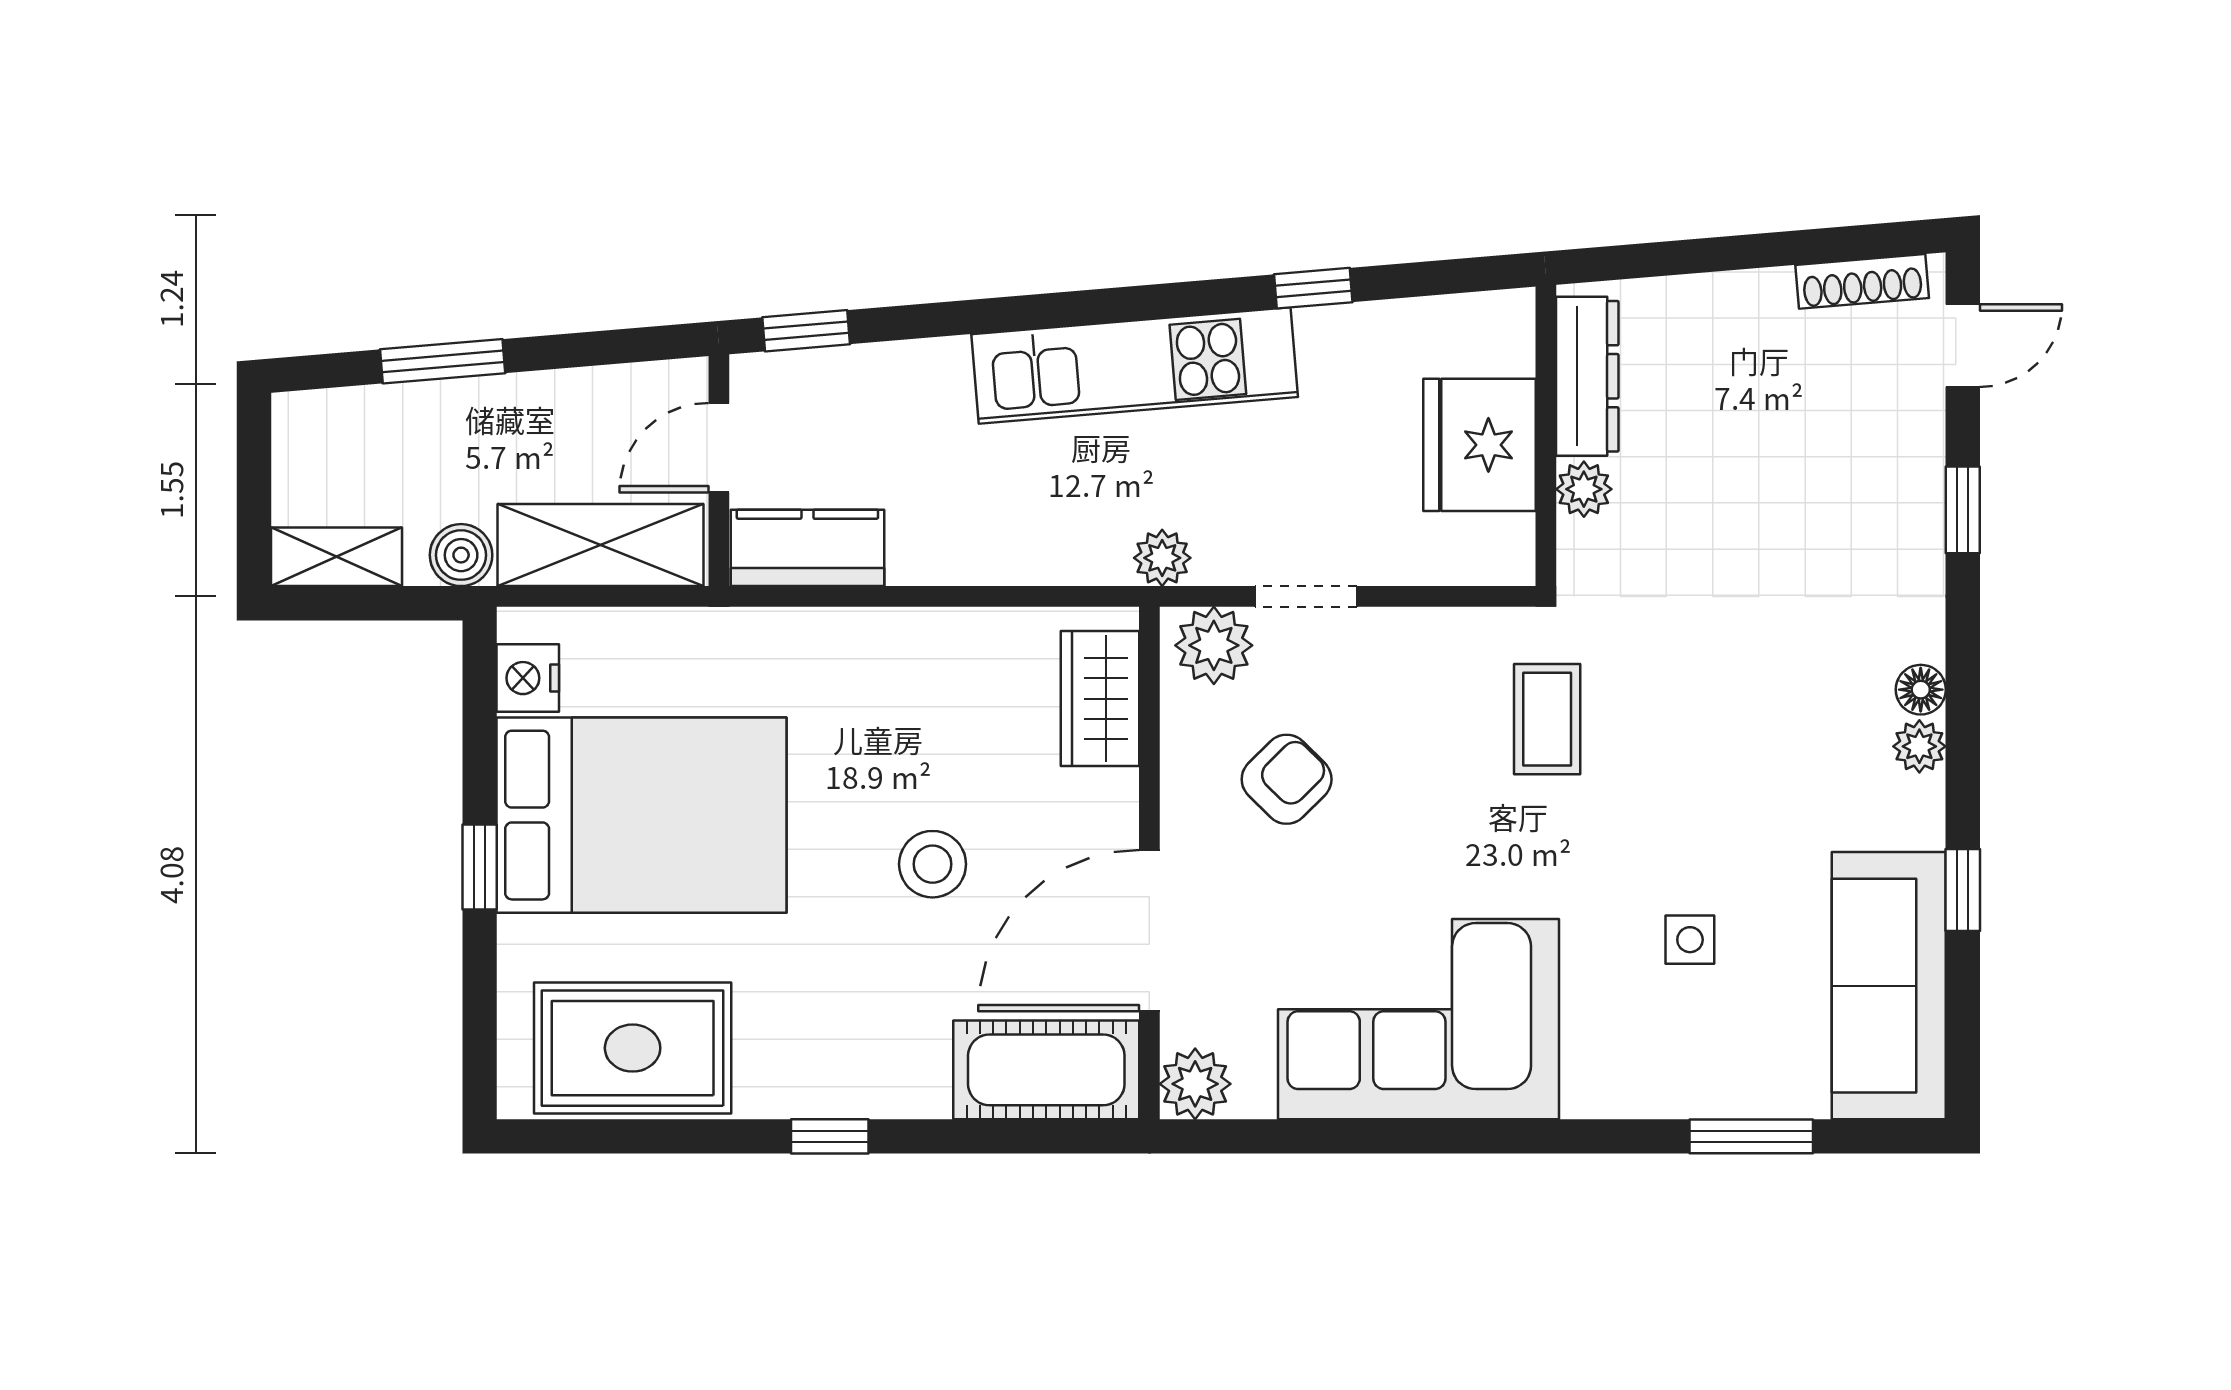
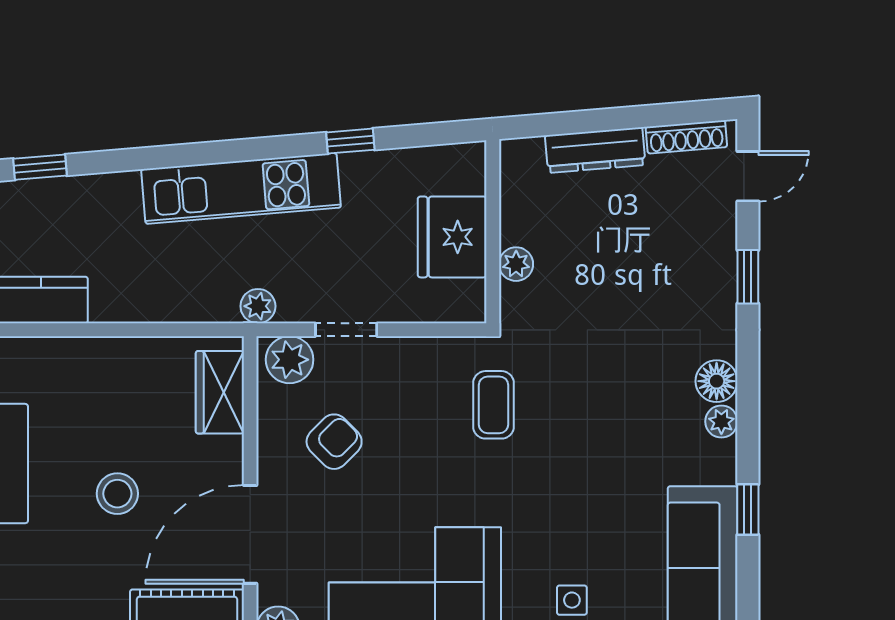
dresser: (1587, 376) -> (595, 150), moved, turned 85
floor lamp: (1921, 690) -> (717, 381), width x1.37, depth x1.37
side table: (1690, 940) -> (572, 600), moved

